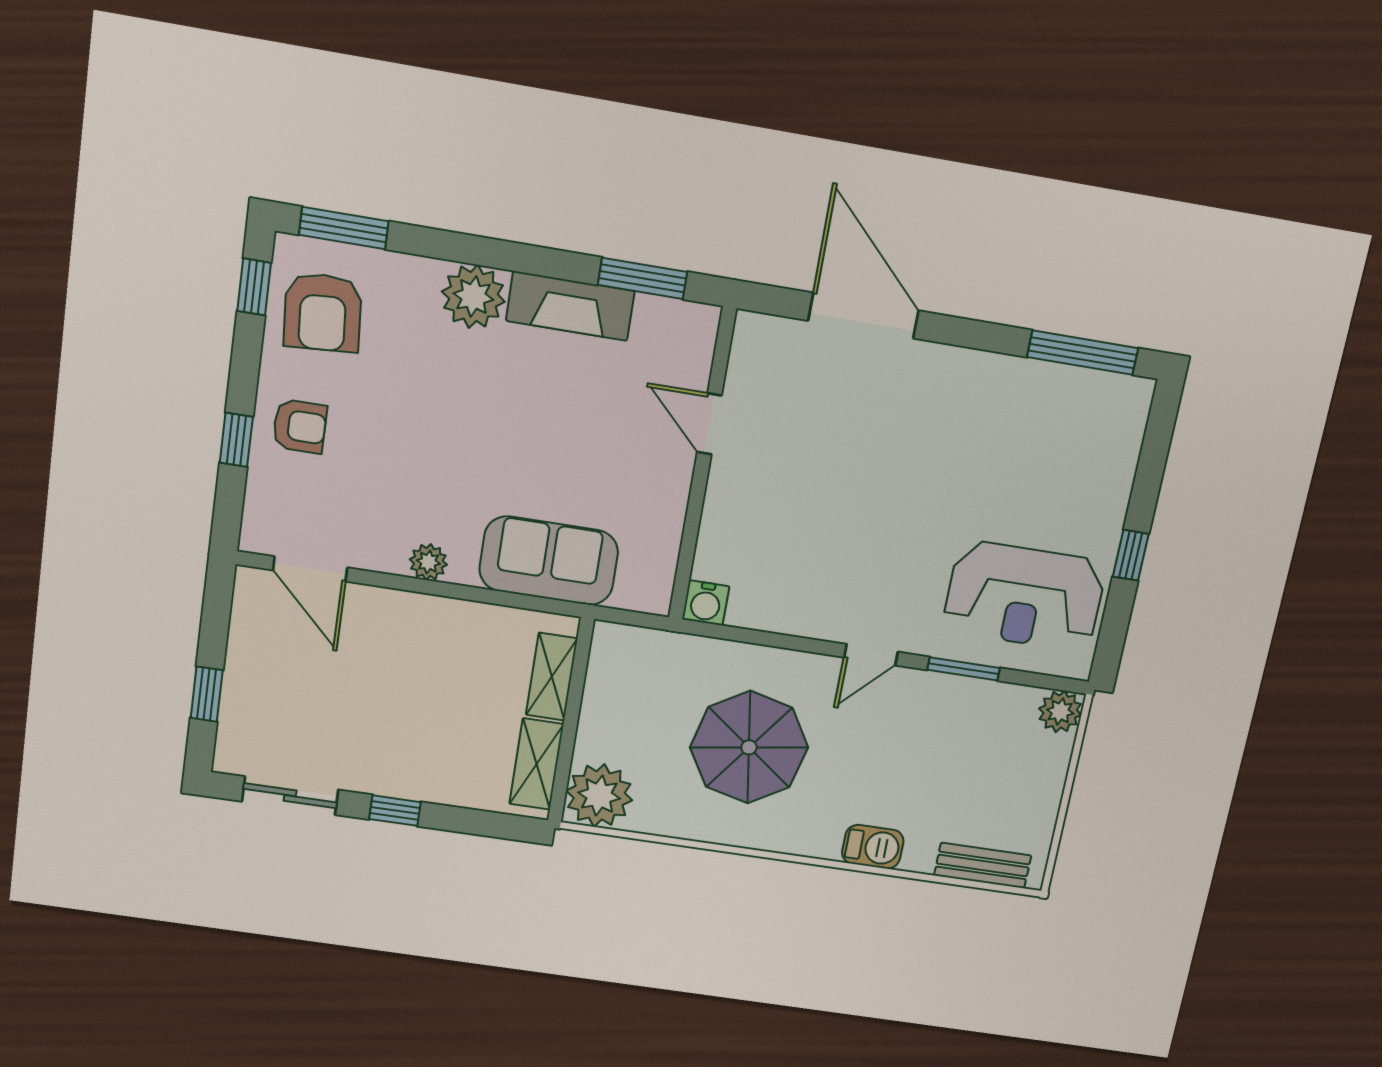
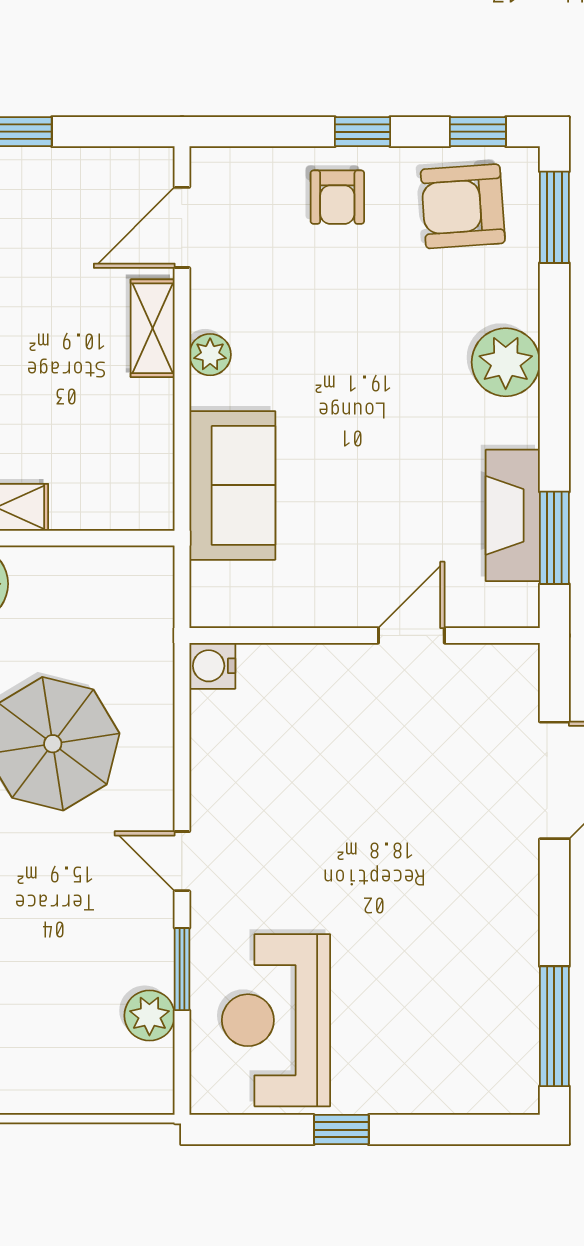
fireplace: (570, 306) -> (513, 515), moved
window: (236, 440) -> (362, 132), moved
shelving: (552, 677) -> (153, 328), moved, turned 90
plant: (1060, 712) -> (149, 1016), moved

